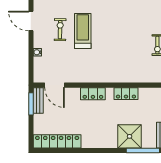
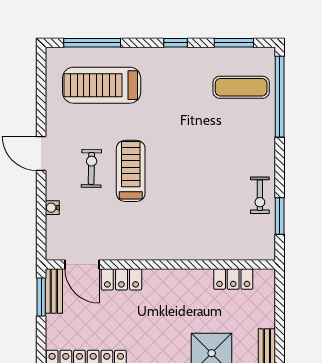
locker: (93, 94) -> (121, 279), moved
locker: (126, 94) -> (233, 279), moved

